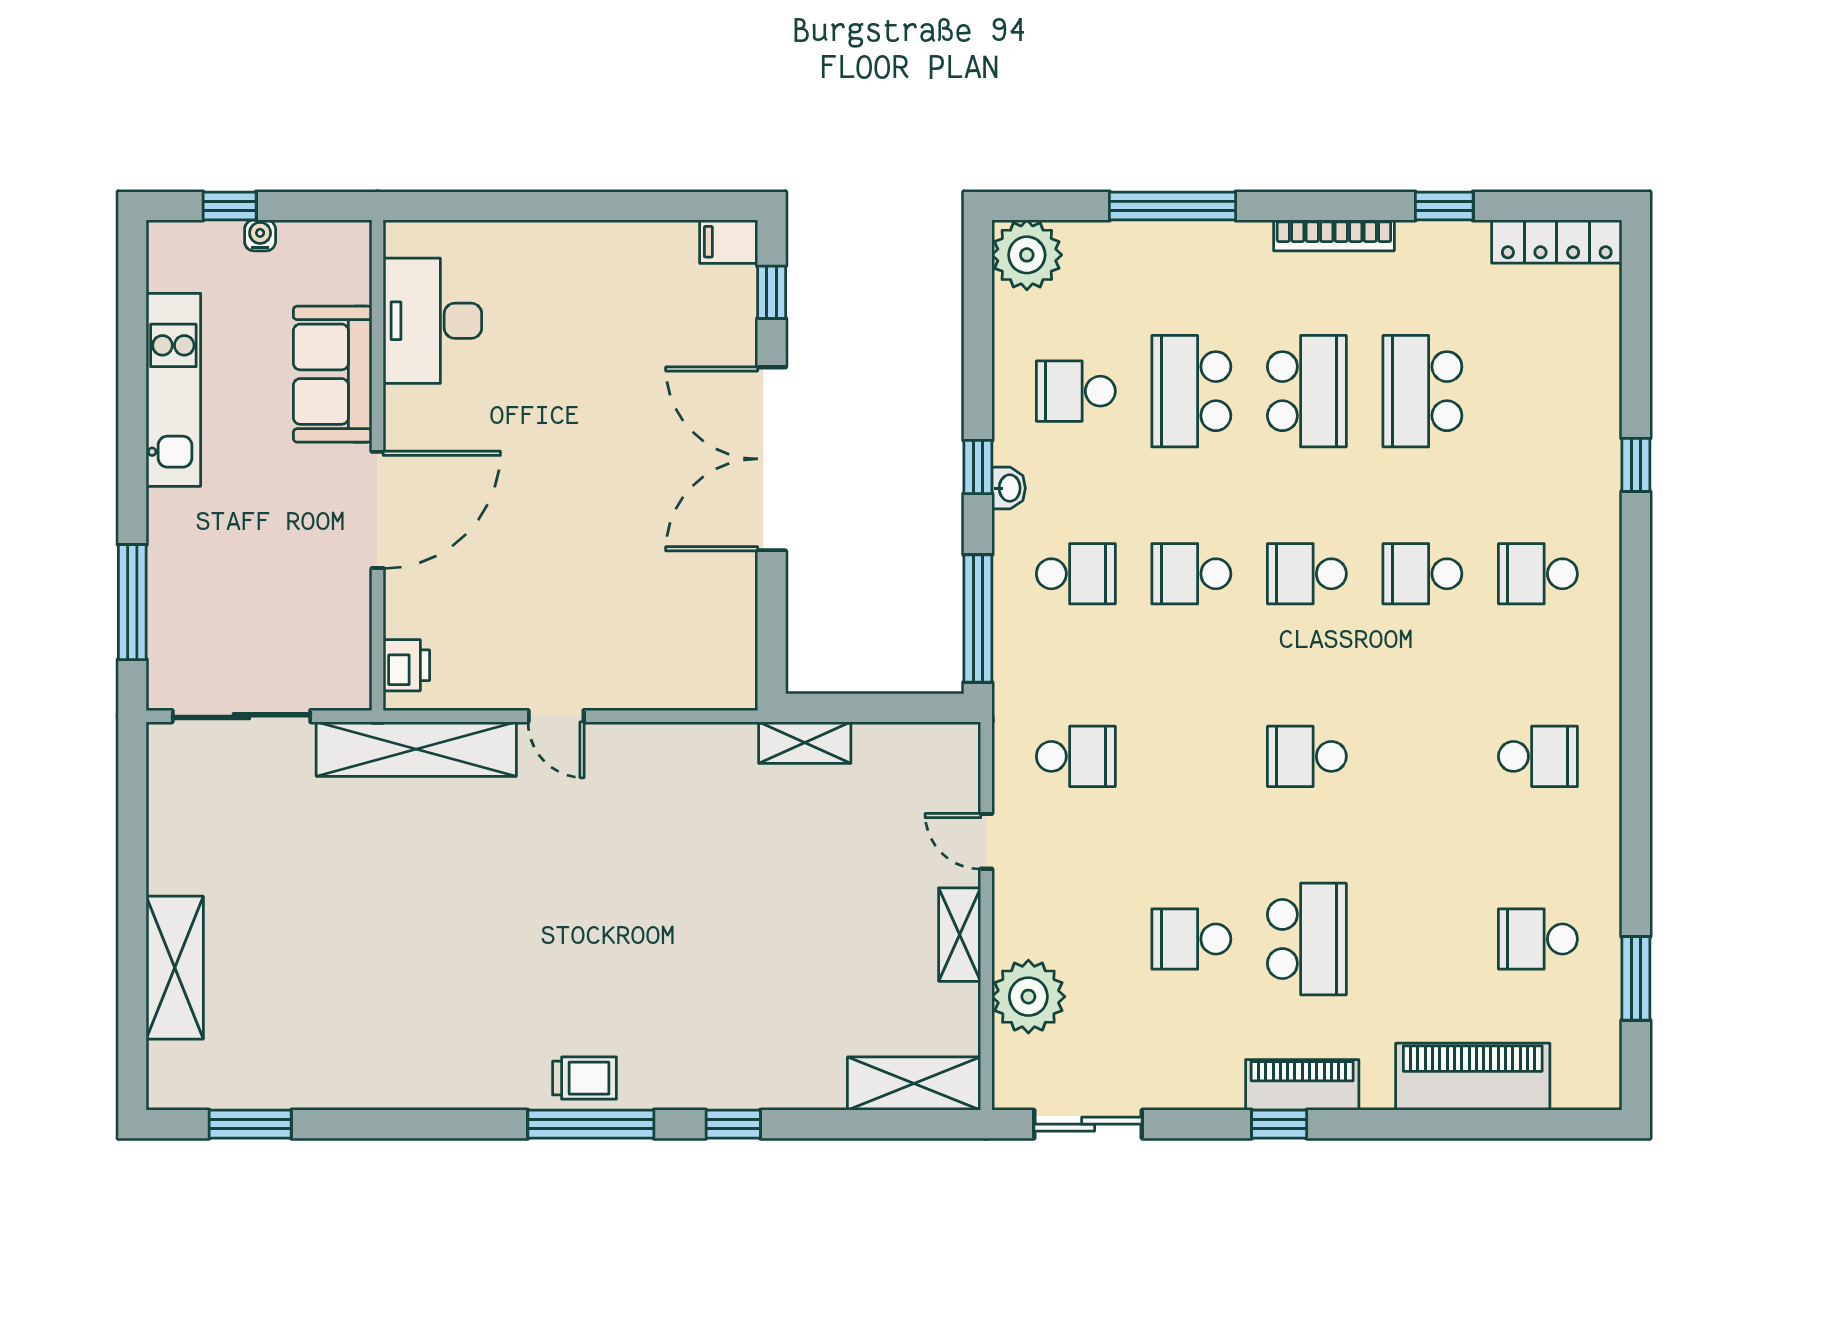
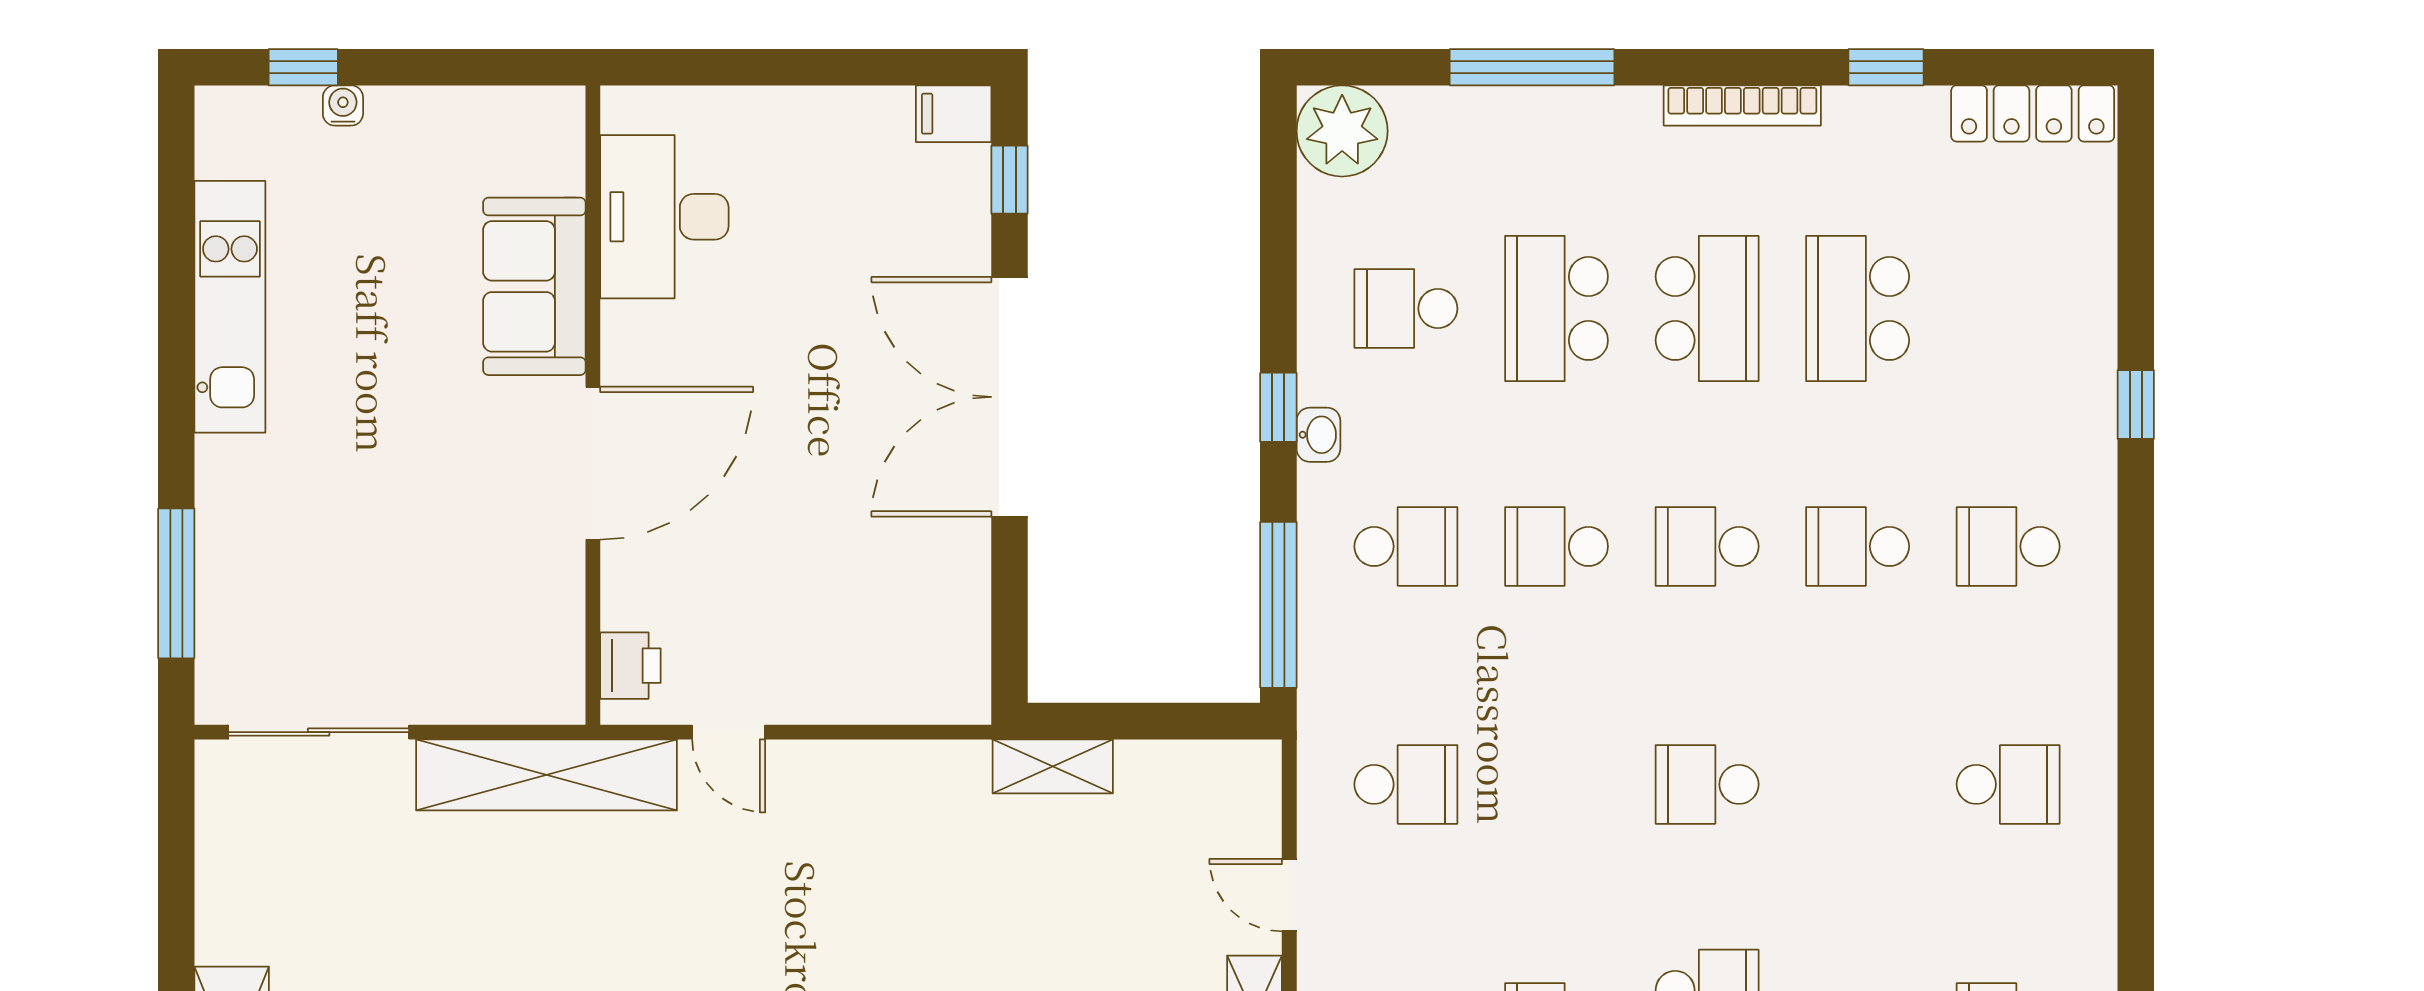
desk: (432, 321) -> (664, 217), moved
sofa: (333, 374) -> (534, 286), moved
wall: (378, 465) -> (593, 405), moved
door: (378, 510) -> (593, 463), moved
printer: (406, 665) -> (630, 666), moved

